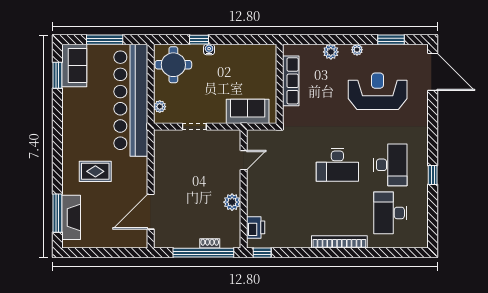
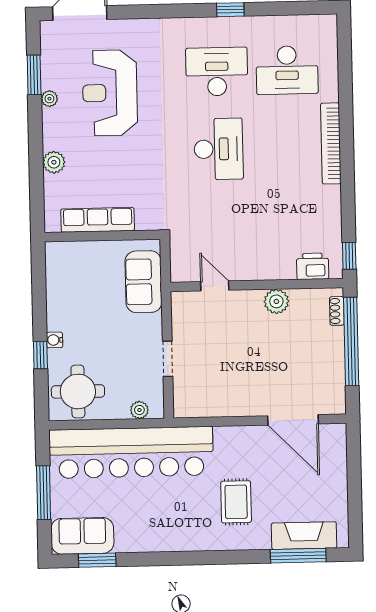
plant: (357, 50) -> (49, 99), moved
shoe rack: (210, 243) -> (337, 311), moved

